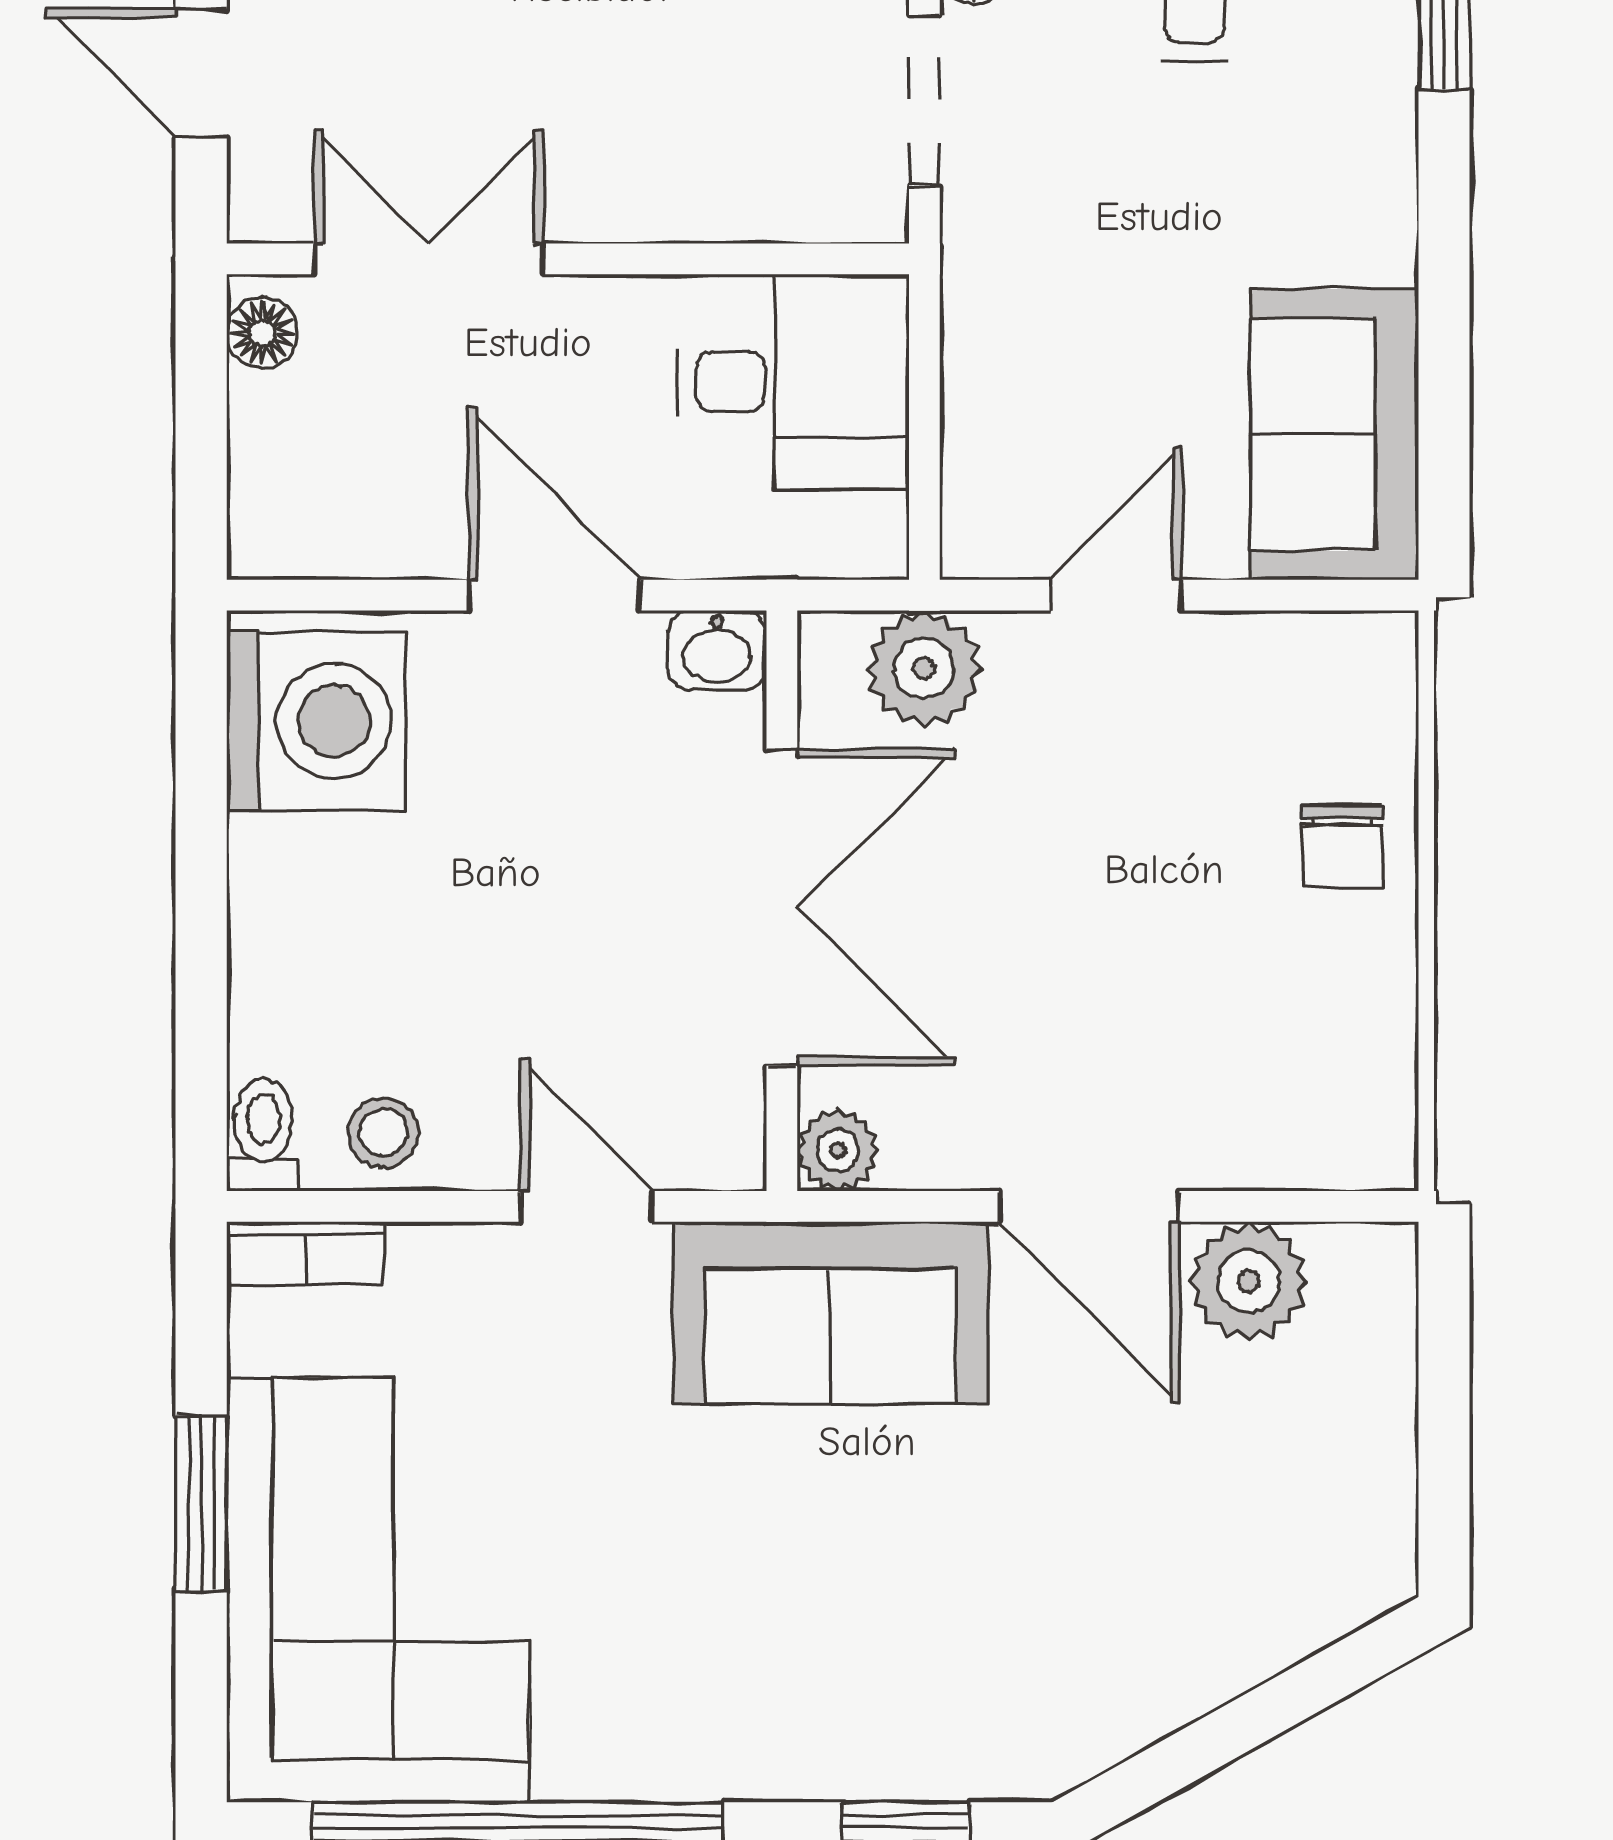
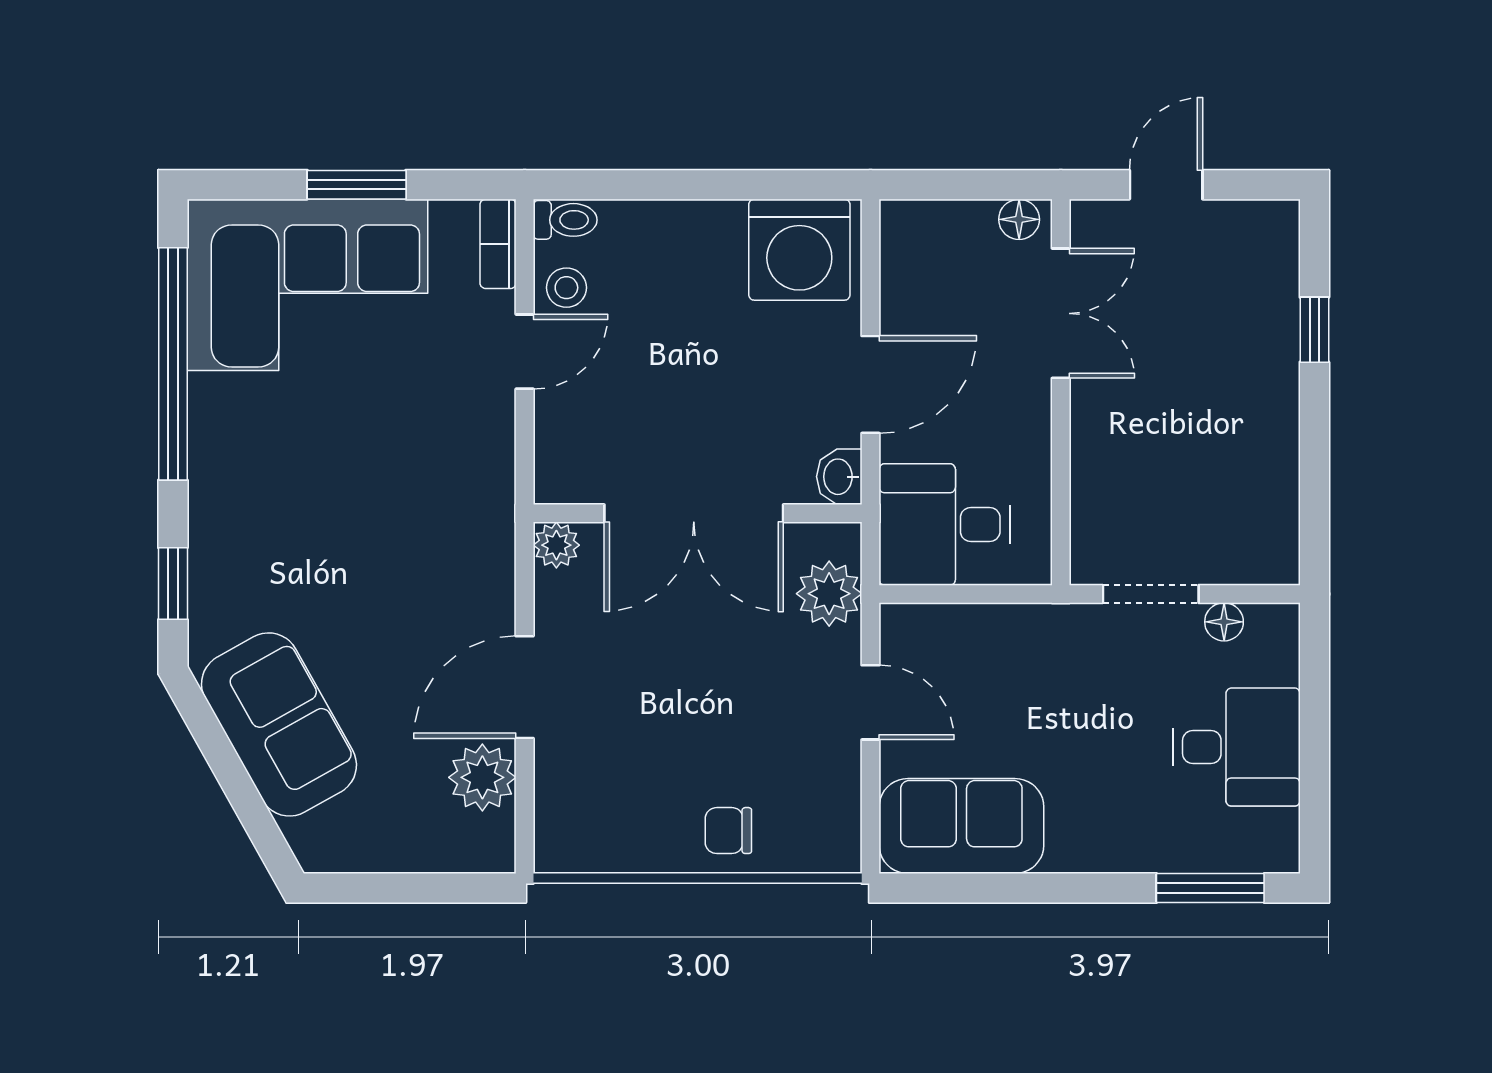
desk: (793, 382) -> (945, 525), moved, turned 90
door: (586, 1206) -> (525, 352), moved
sofa: (830, 1313) -> (279, 724), moved, turned 151

